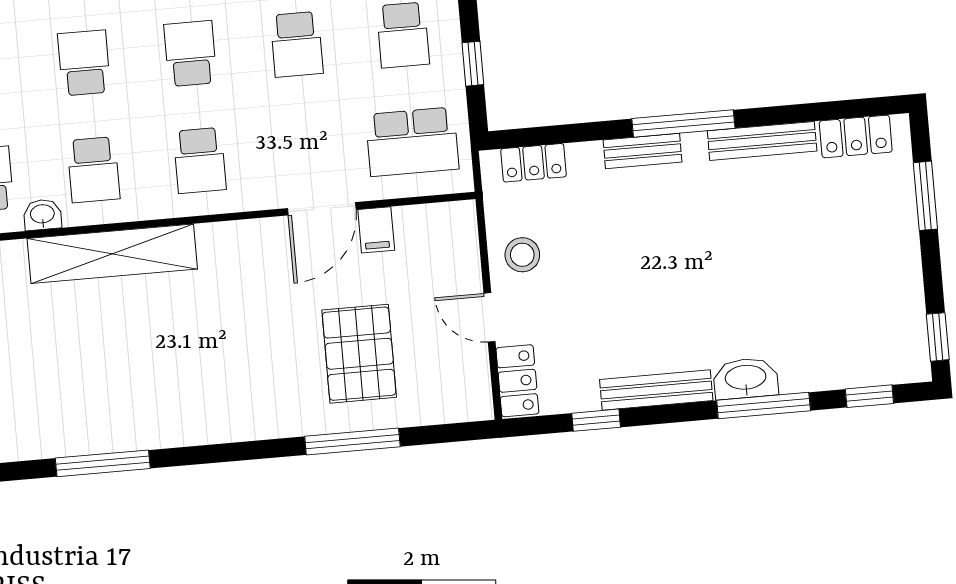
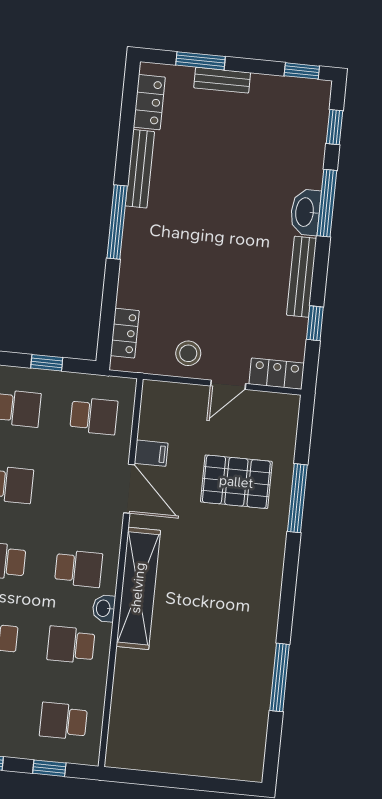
school desk: (412, 142) -> (94, 416), width x0.54
bench: (643, 151) -> (222, 80), moved, turned 90
school desk: (93, 170) -> (71, 645), turned 180
washbasin: (42, 215) -> (104, 608), moved
shelving: (112, 254) -> (138, 588), moved

